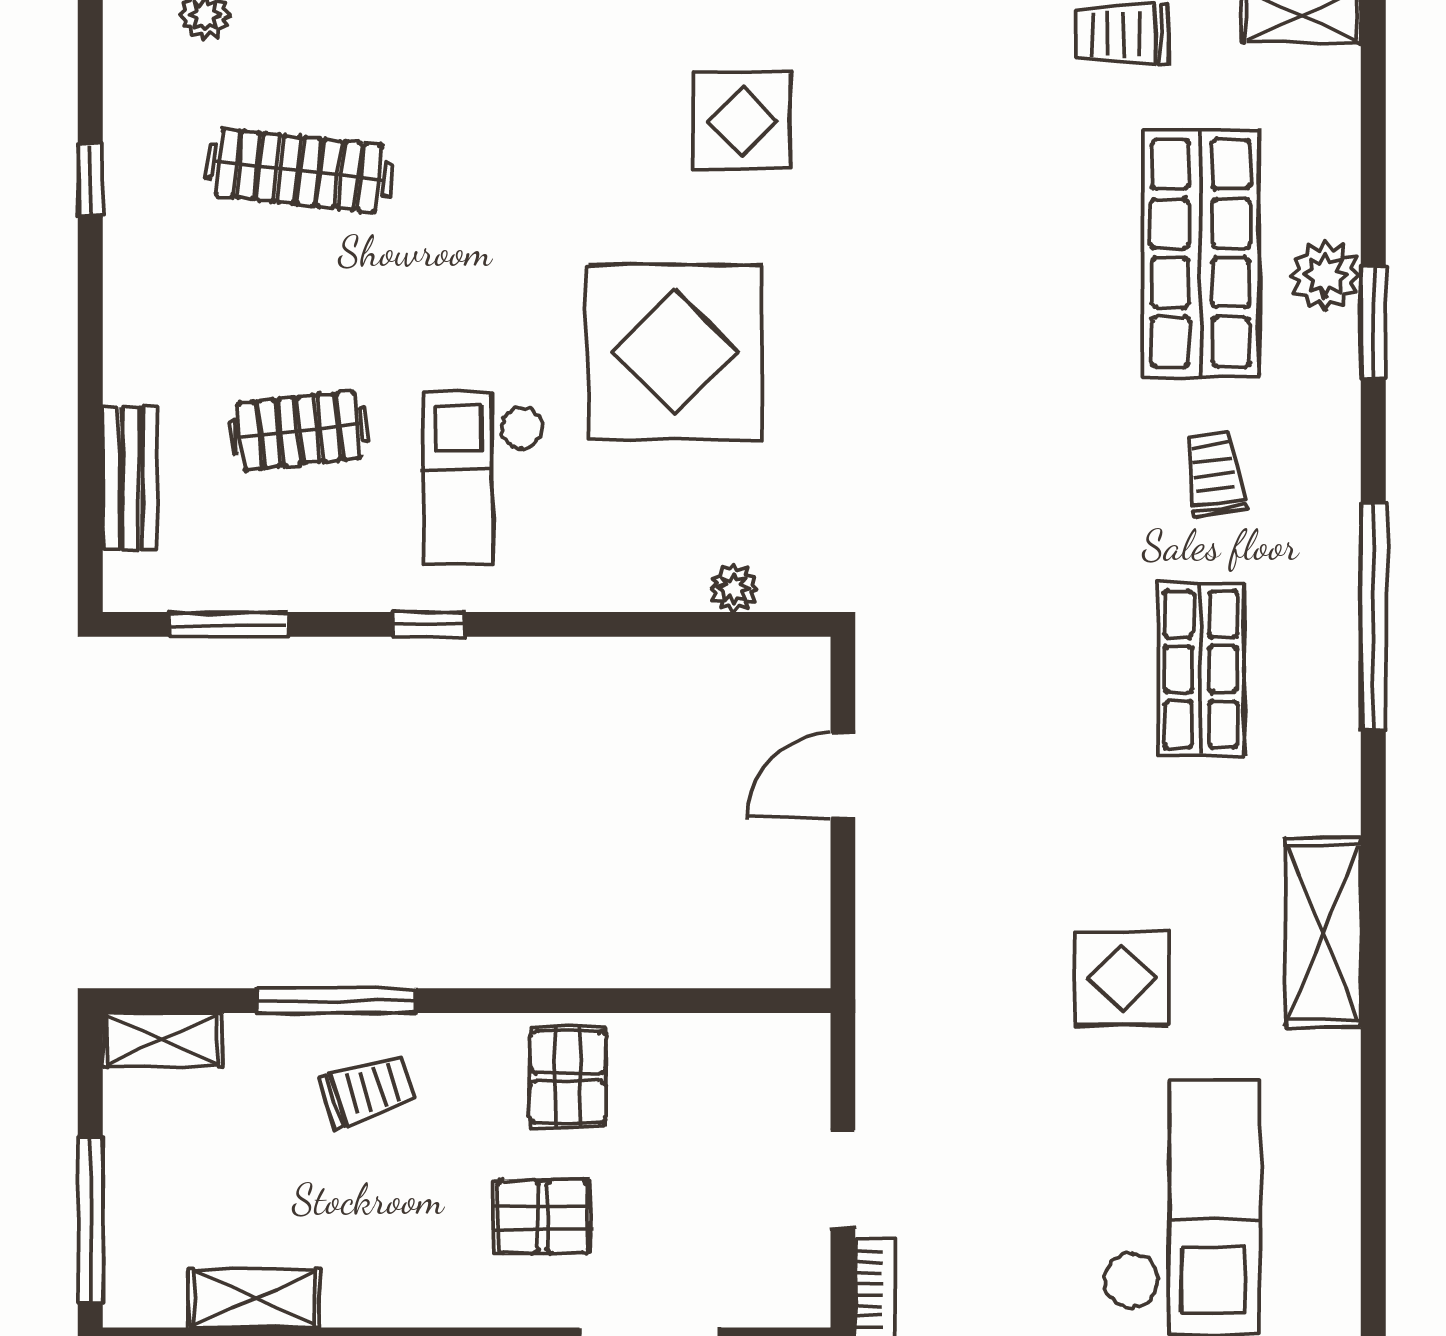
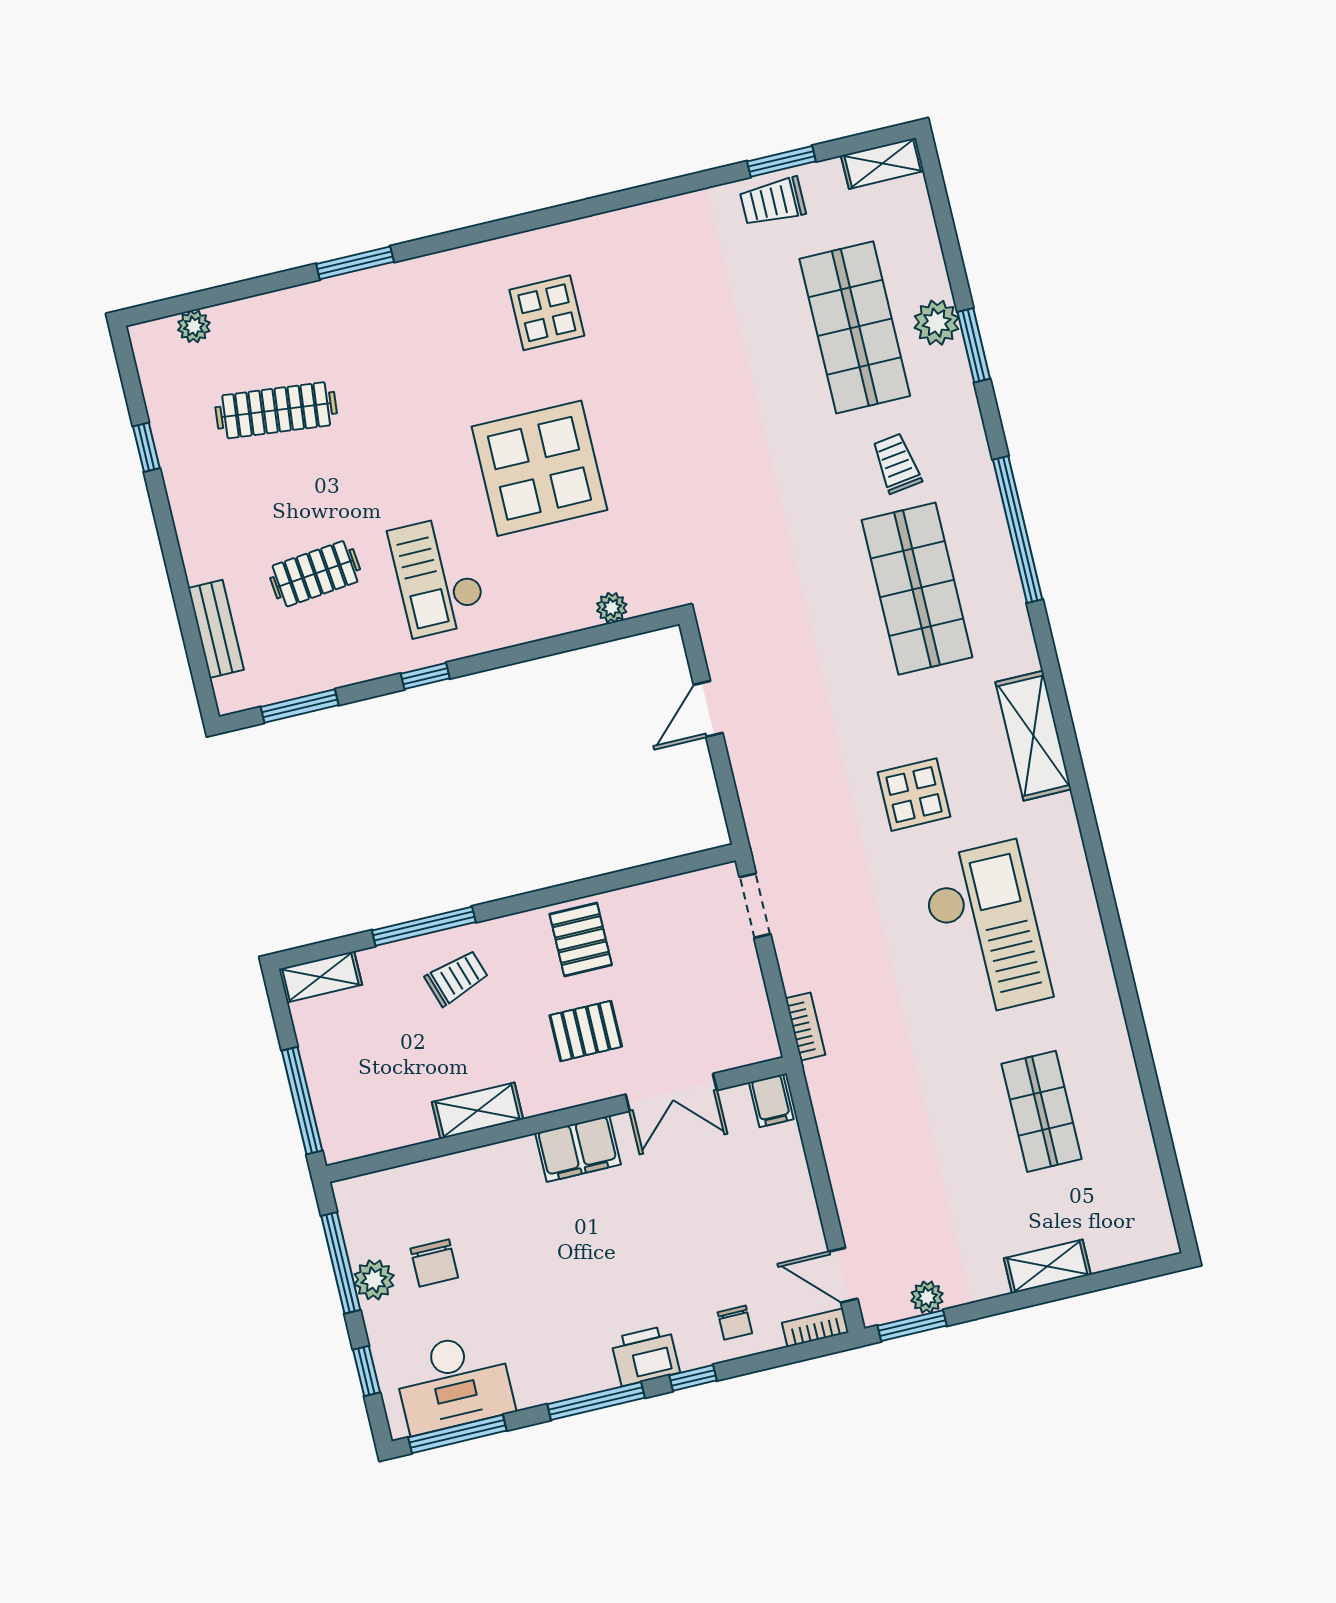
shop shelf: (1201, 669) -> (917, 589), width x1.43, depth x1.36
doorway: (843, 1179) -> (755, 906), moved
shelving: (254, 1298) -> (478, 1111), moved

